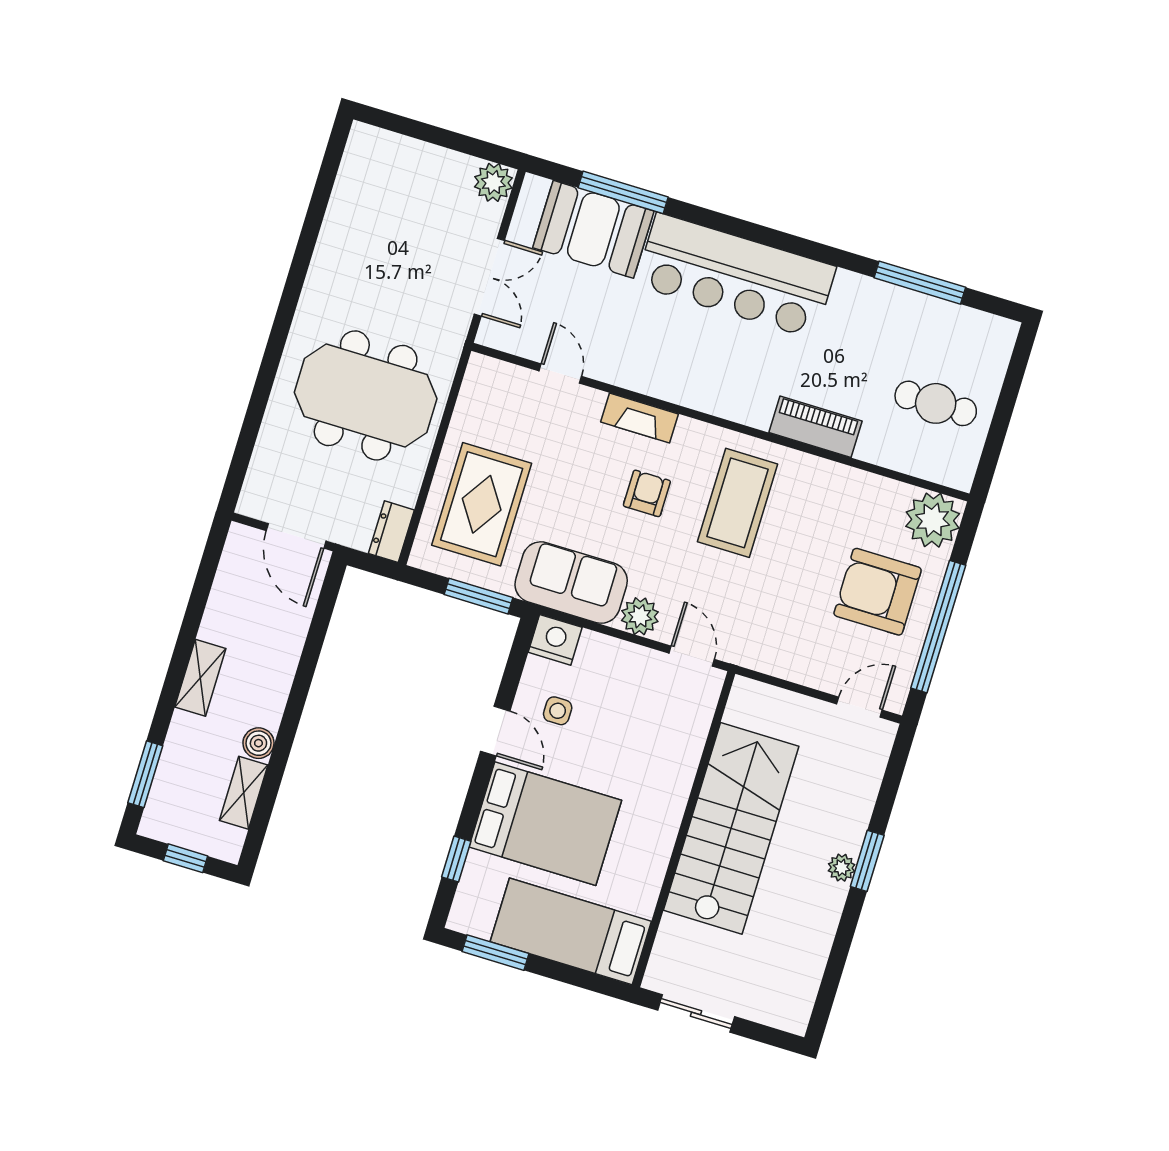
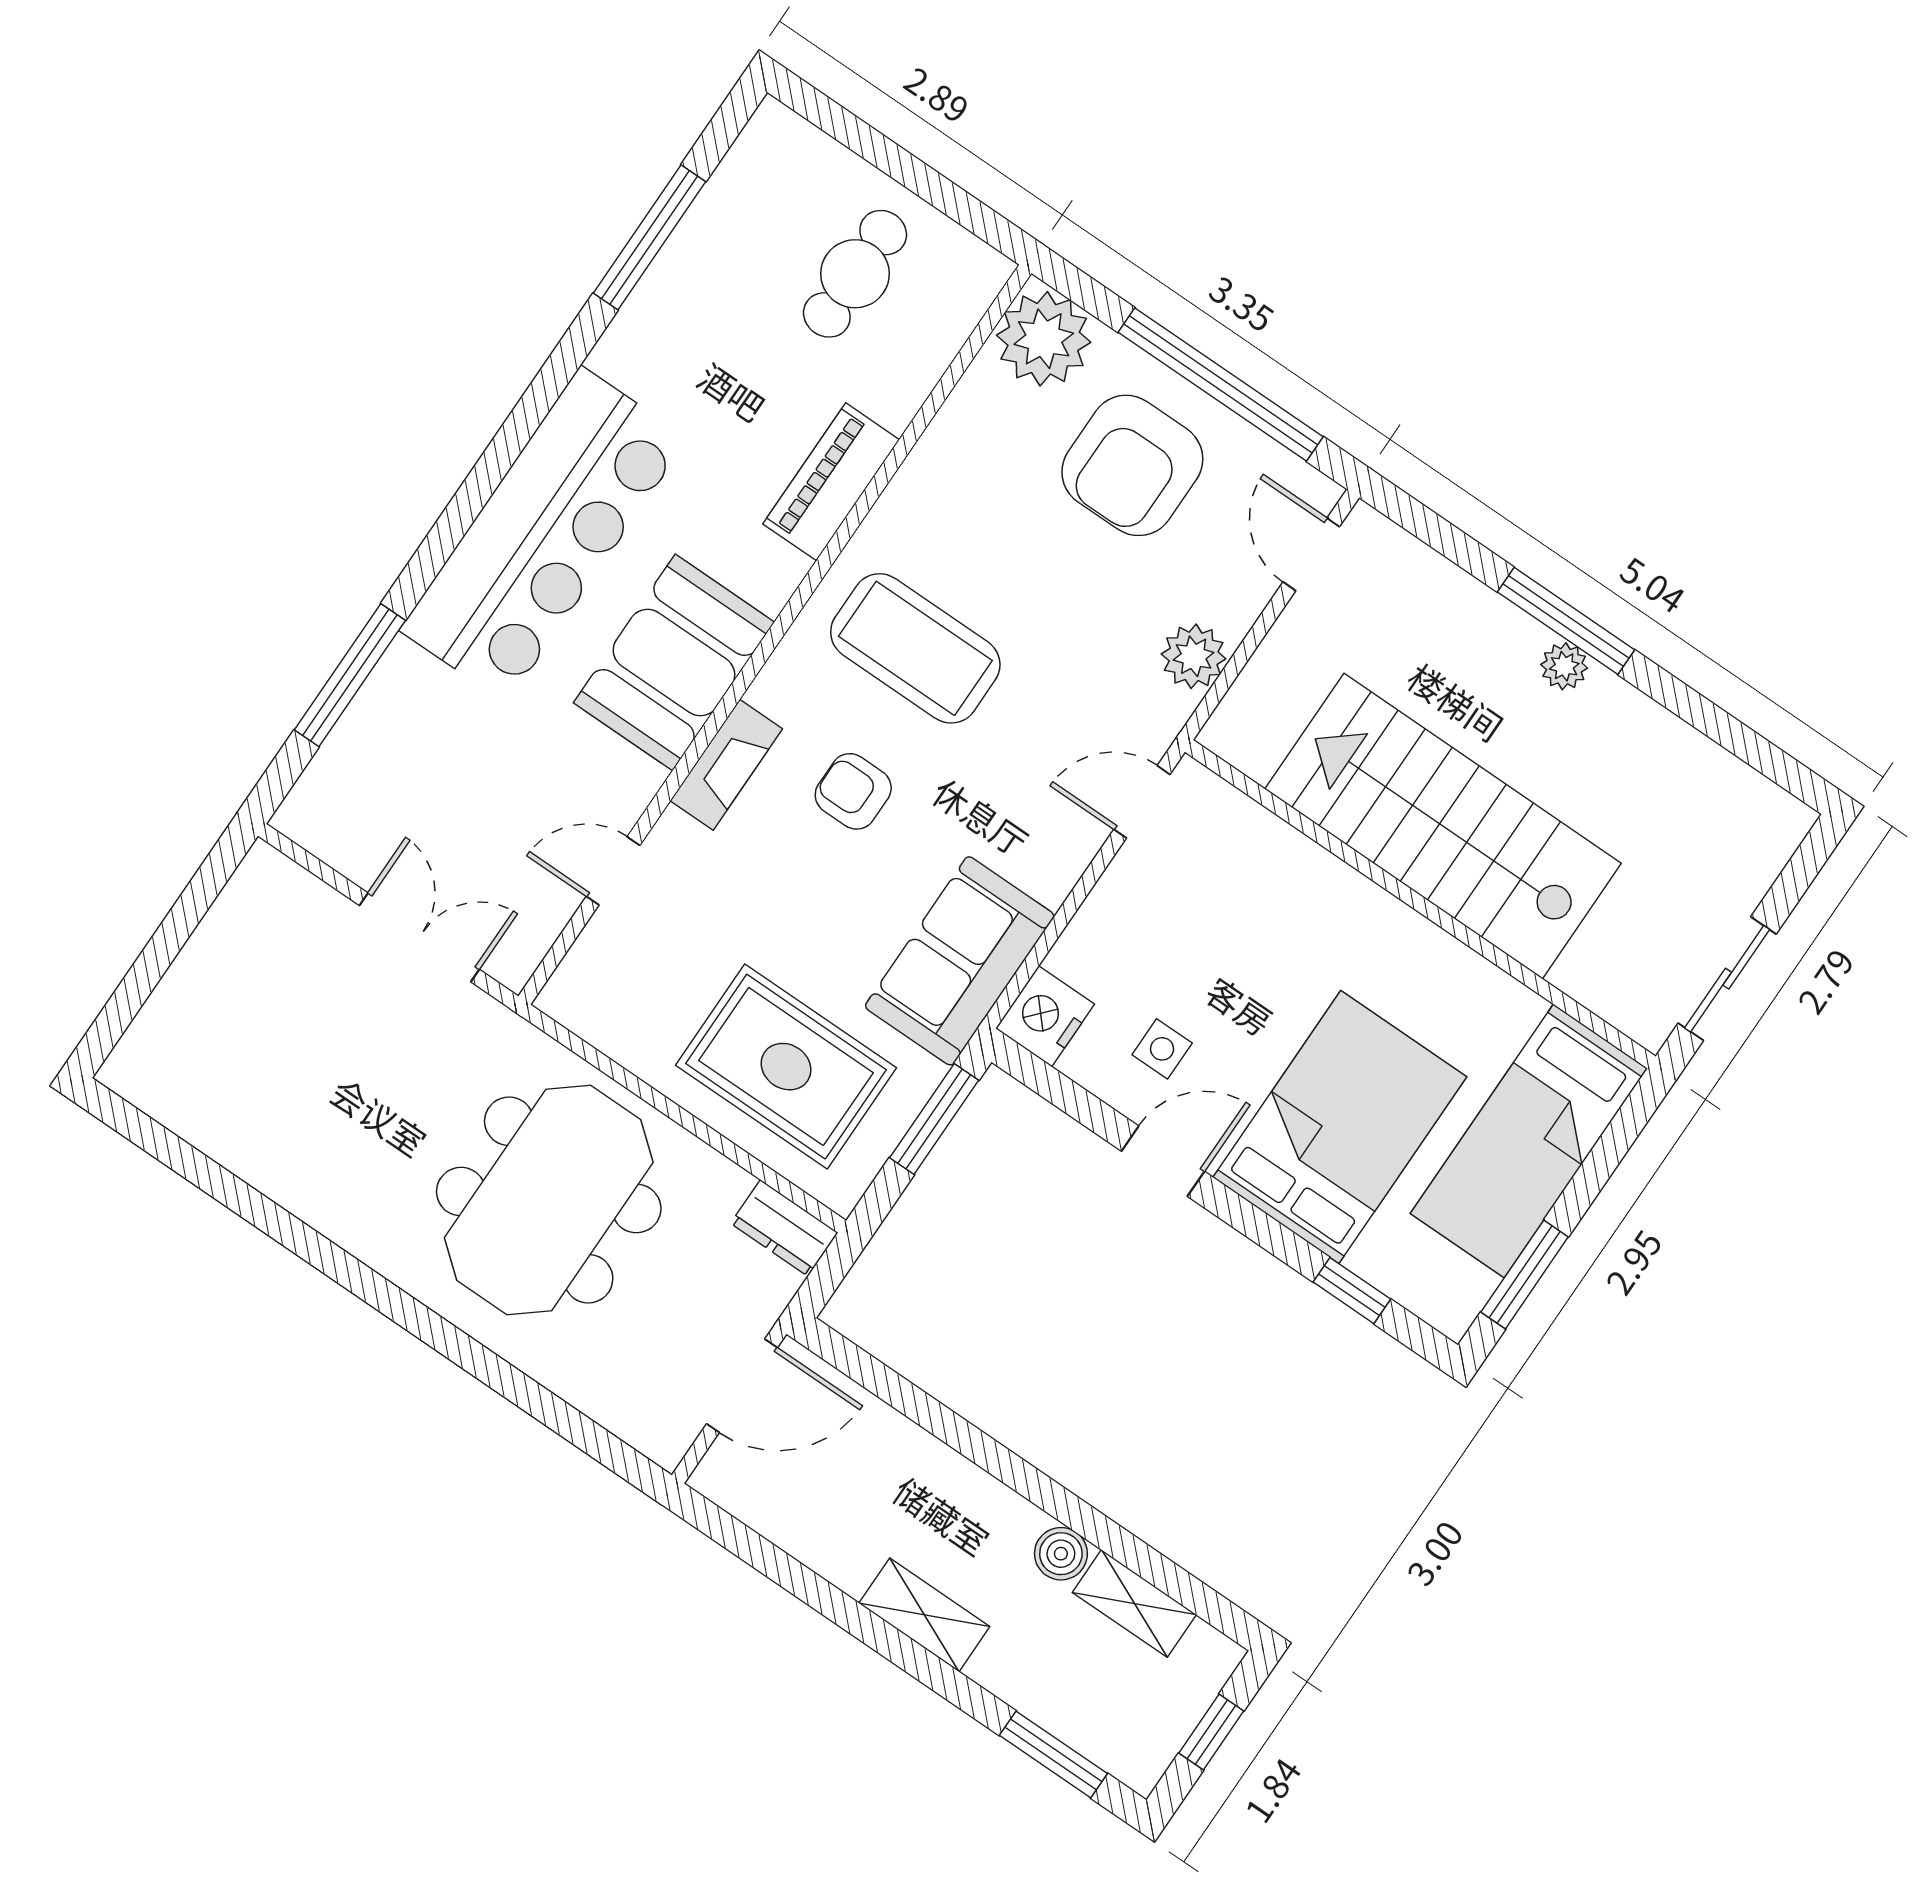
plant: (493, 182) -> (267, 882), removed
booth: (593, 229) -> (674, 662), moved
plant: (640, 616) -> (1194, 656), moved
window: (867, 861) -> (1566, 621), width x1.44

